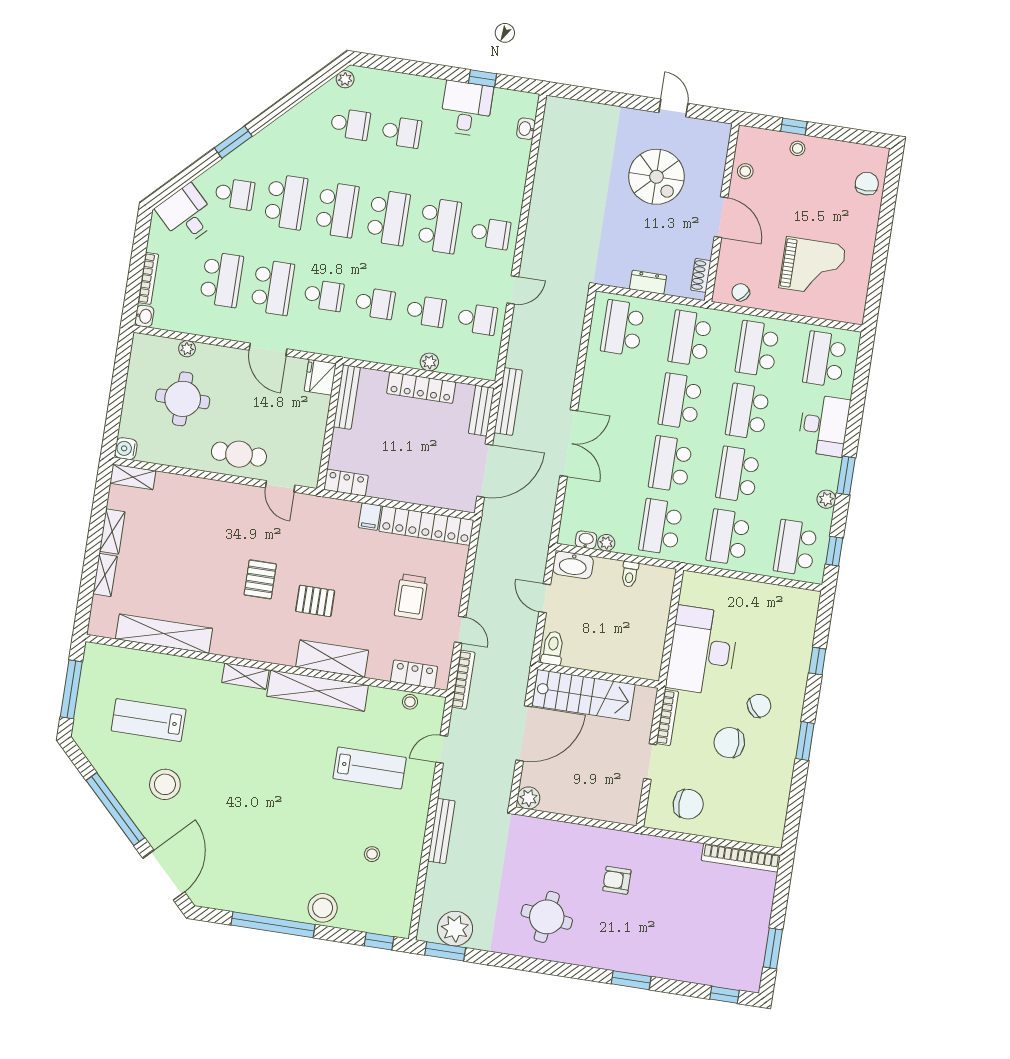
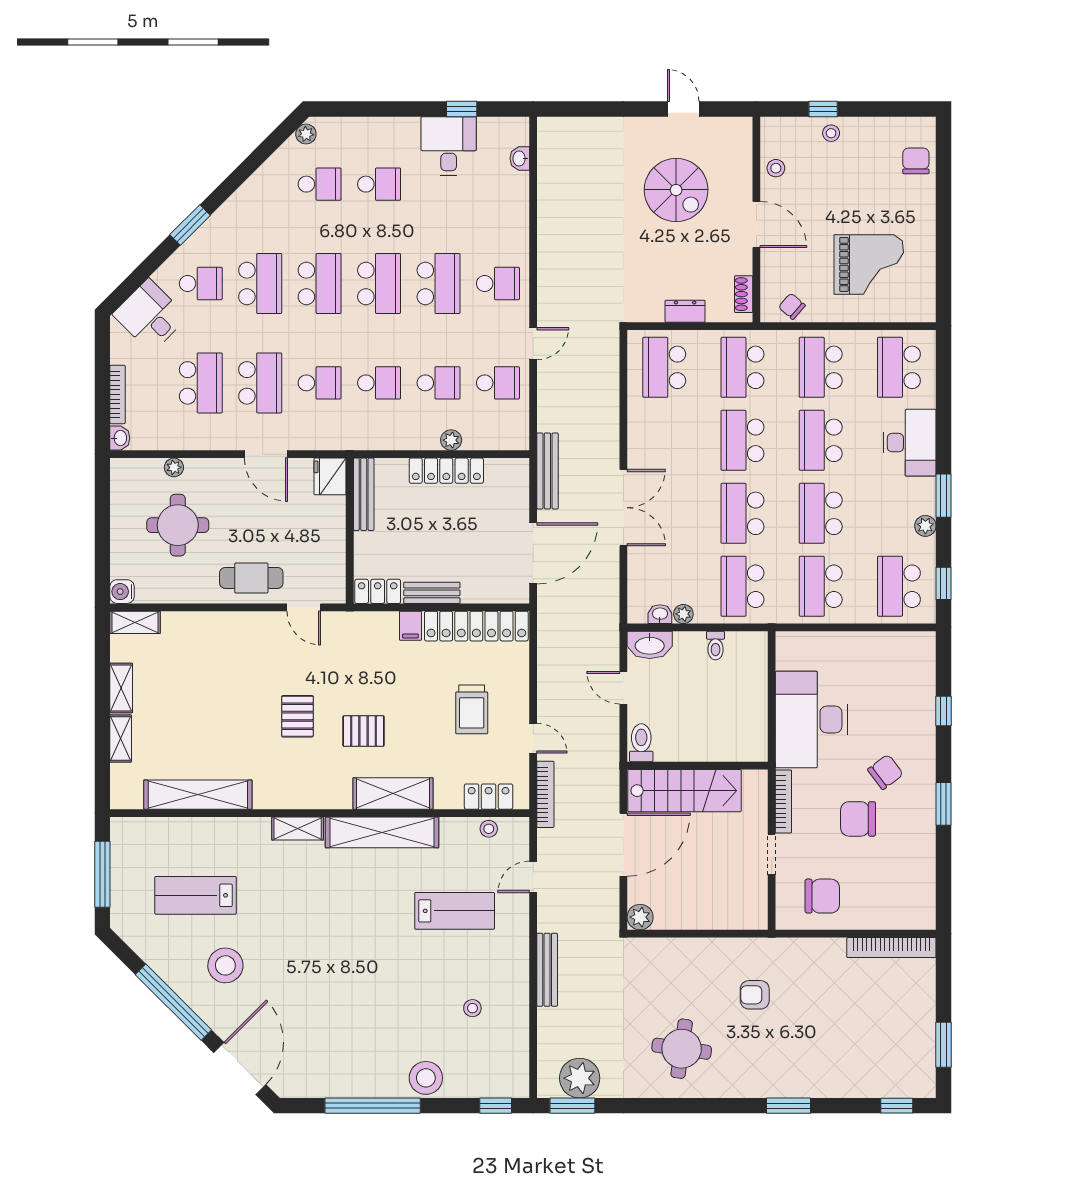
bench: (481, 411) -> (432, 593), moved, turned 90

